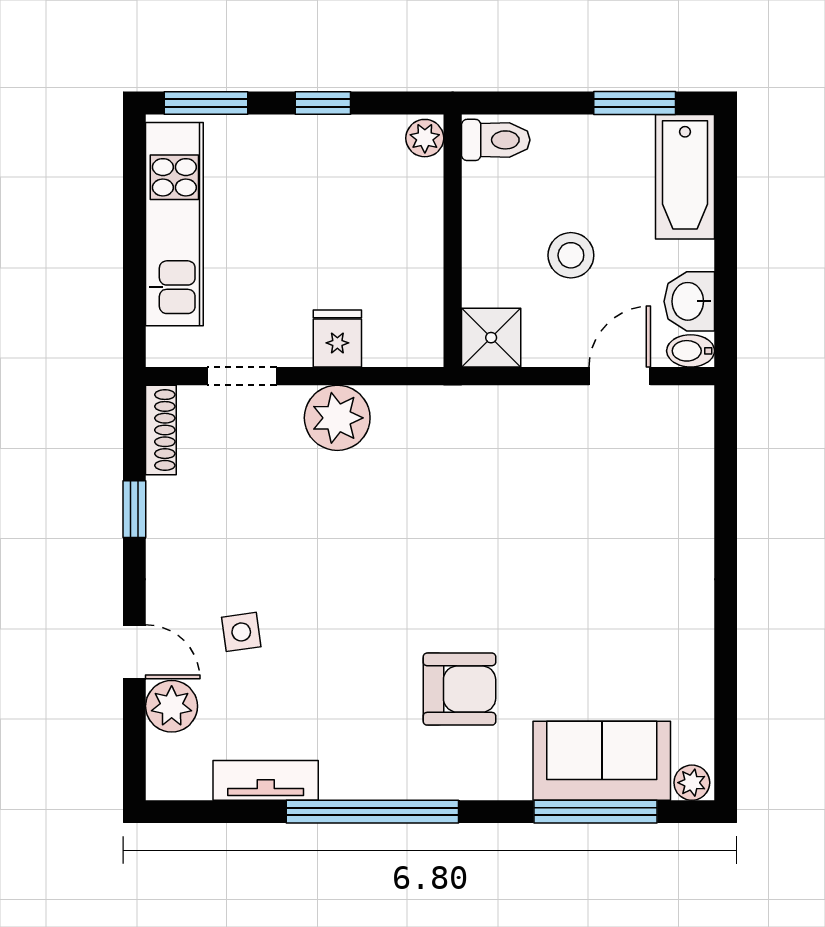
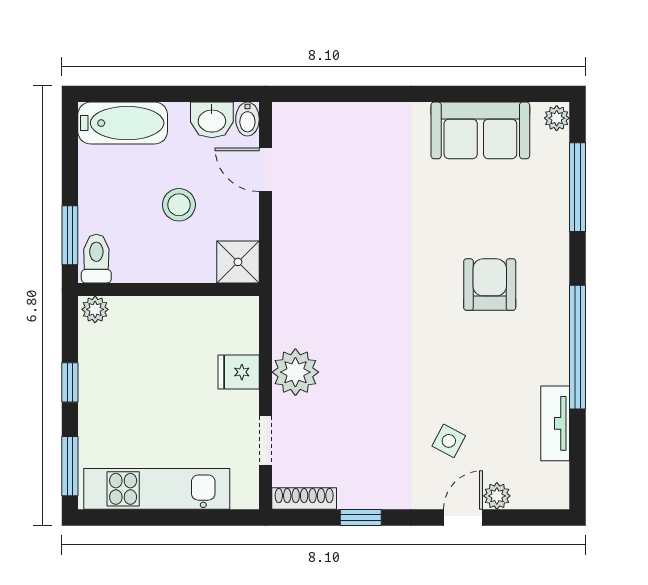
window: (635, 103) -> (70, 235), moved
side table: (241, 632) -> (449, 441), turned 36
plant: (172, 706) -> (497, 496), width x0.73, depth x0.73
sofa: (602, 761) -> (480, 130), moved, turned -90

